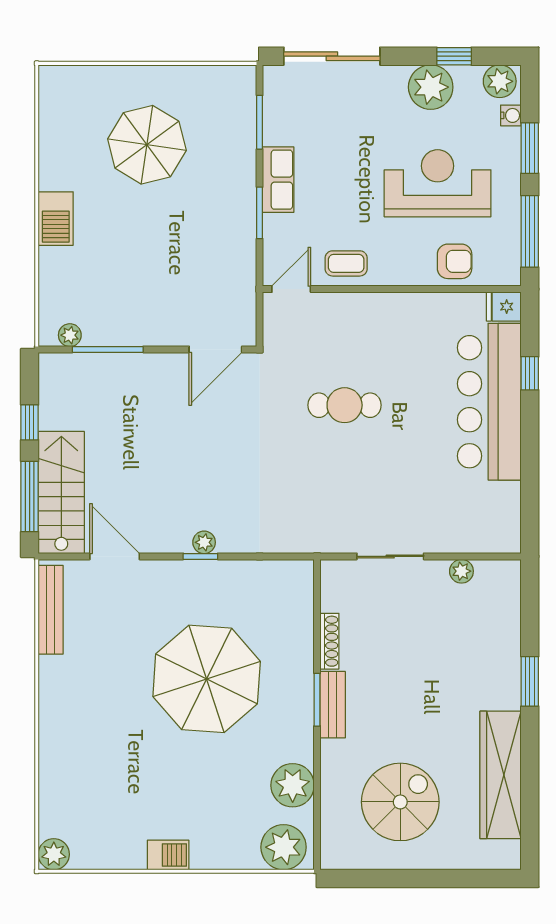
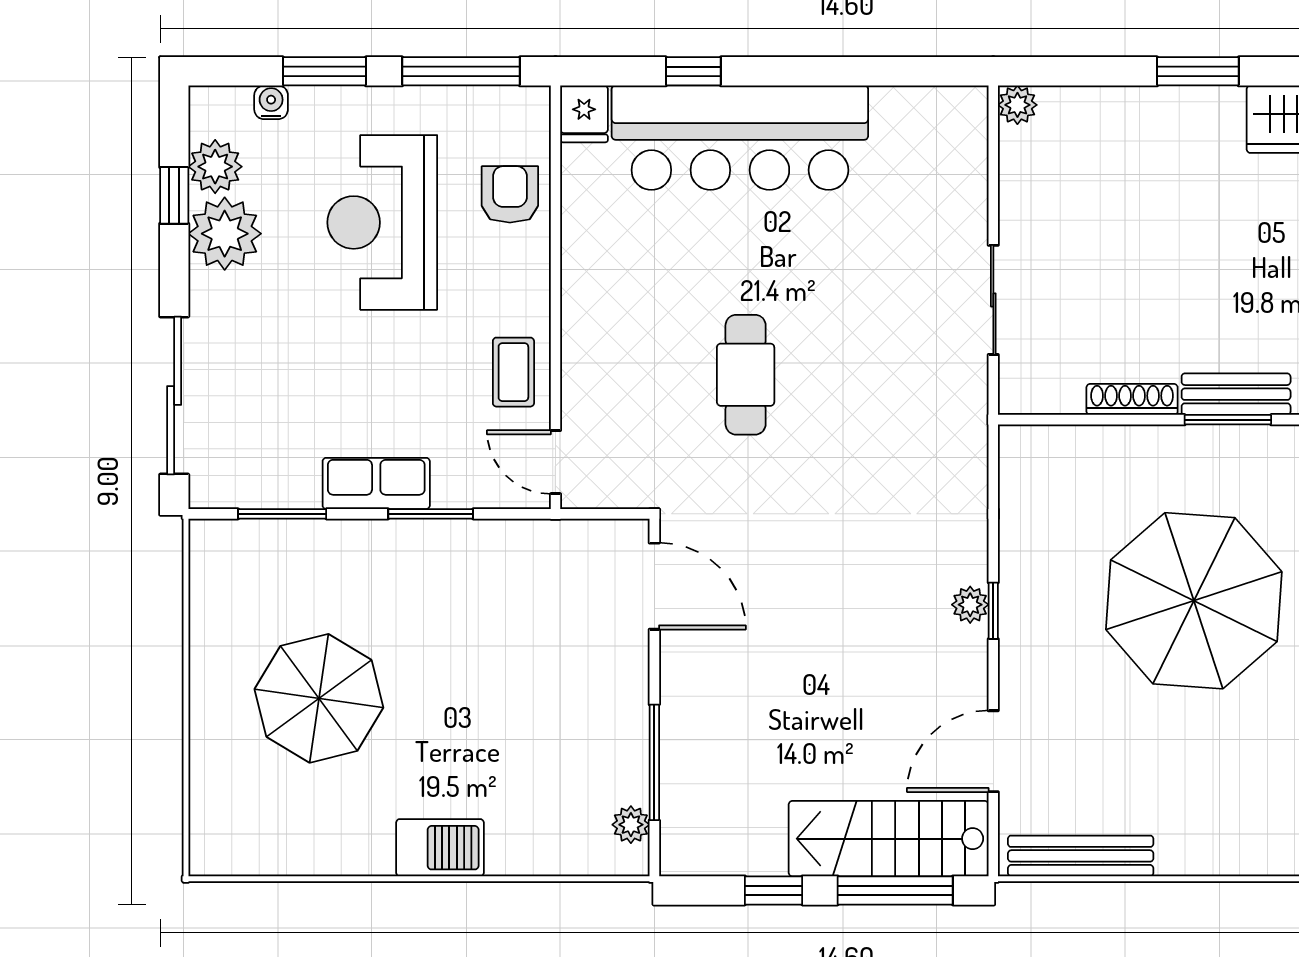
plant: (500, 81) -> (215, 167), moved
plant: (461, 571) -> (1017, 105), moved

